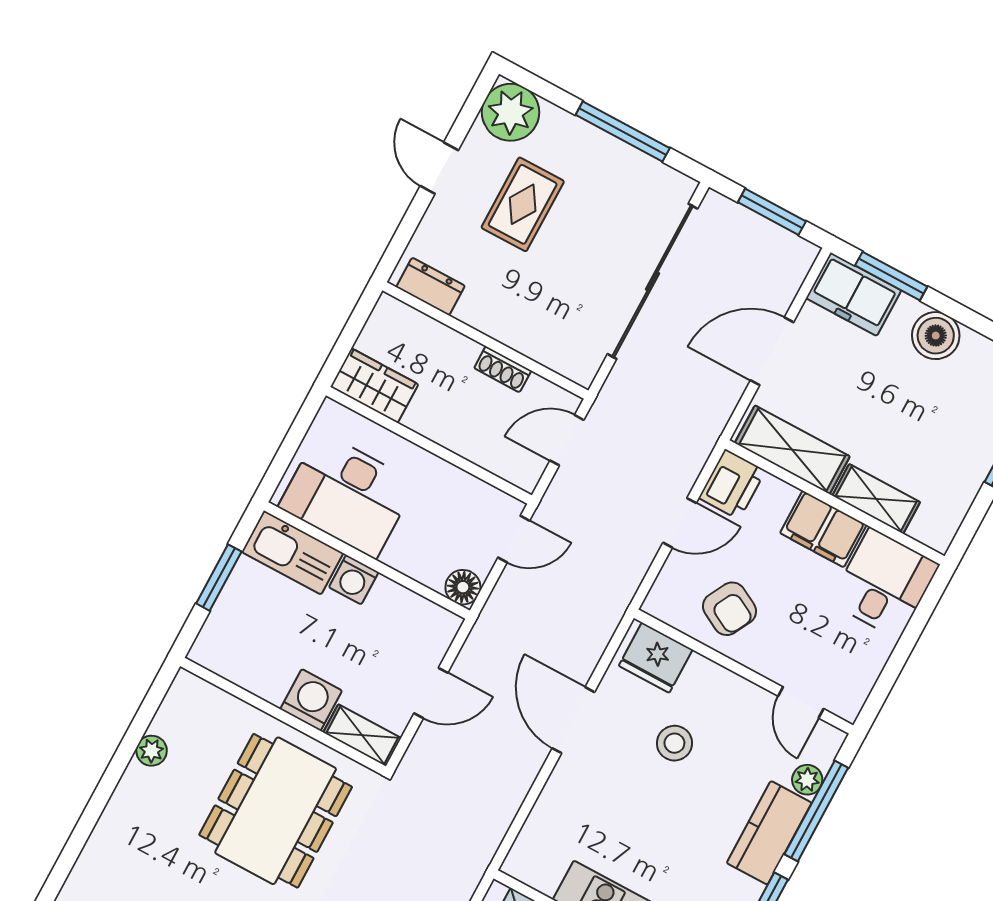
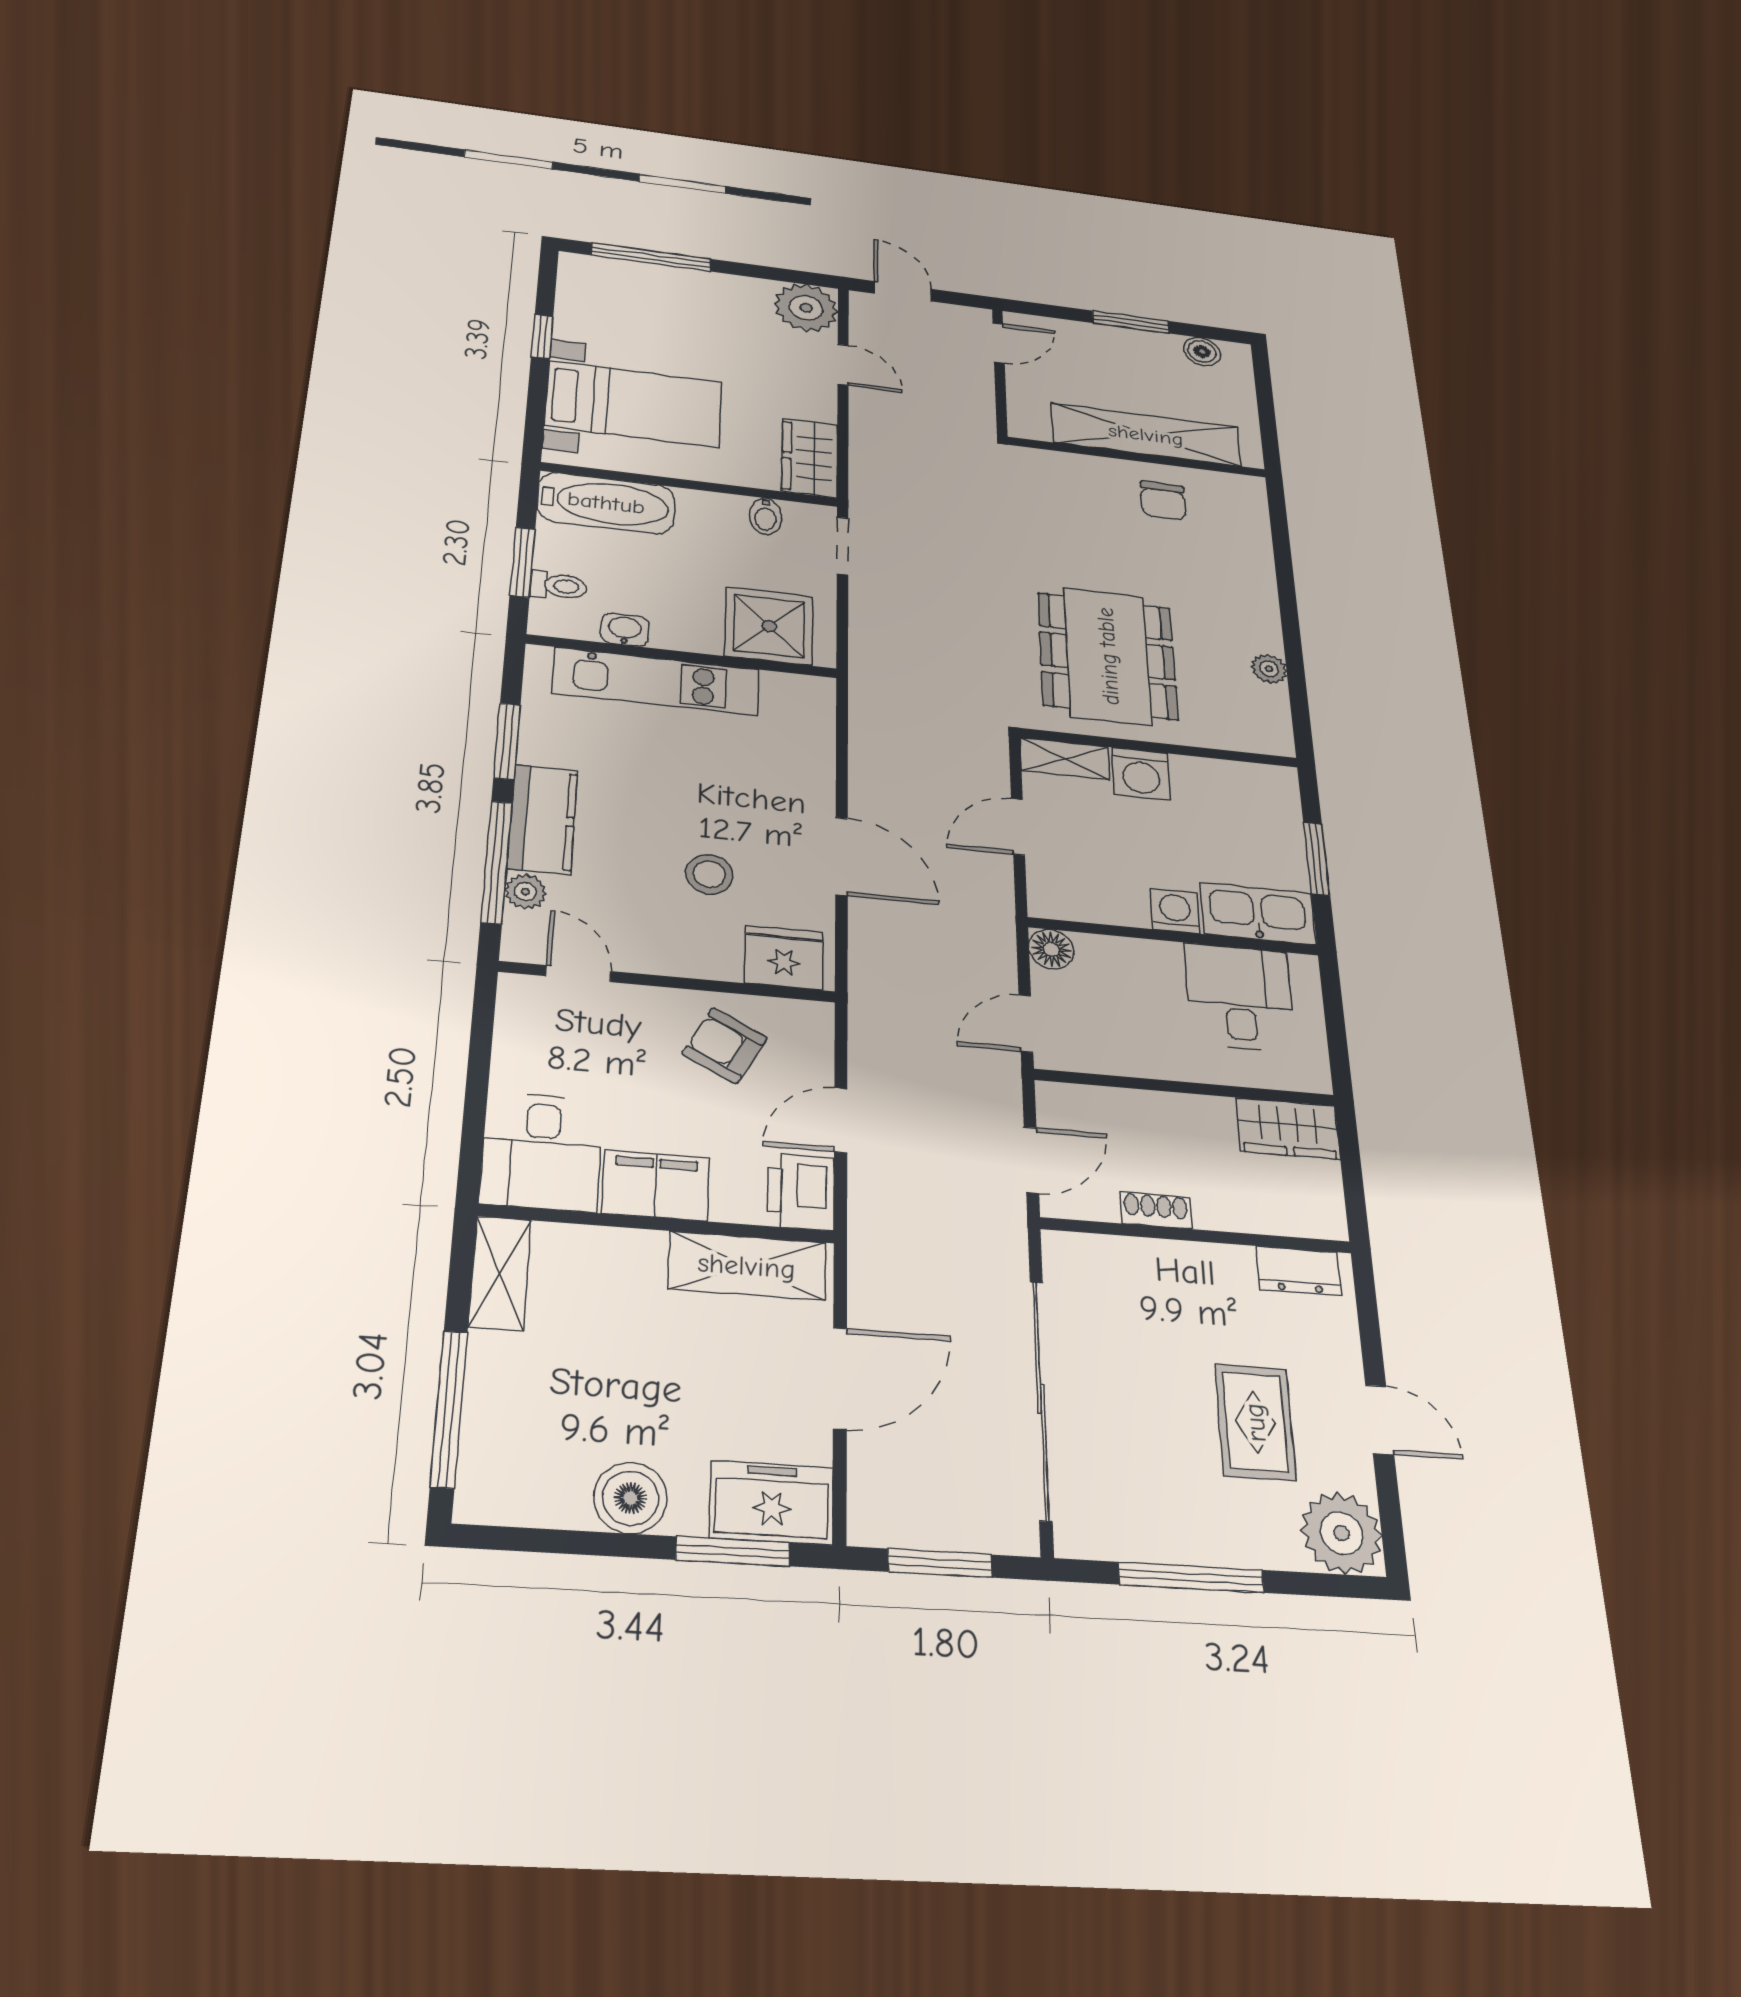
desk: (348, 495) -> (1240, 997), width x0.73
shelving: (876, 499) -> (500, 1273), moved, turned 90

